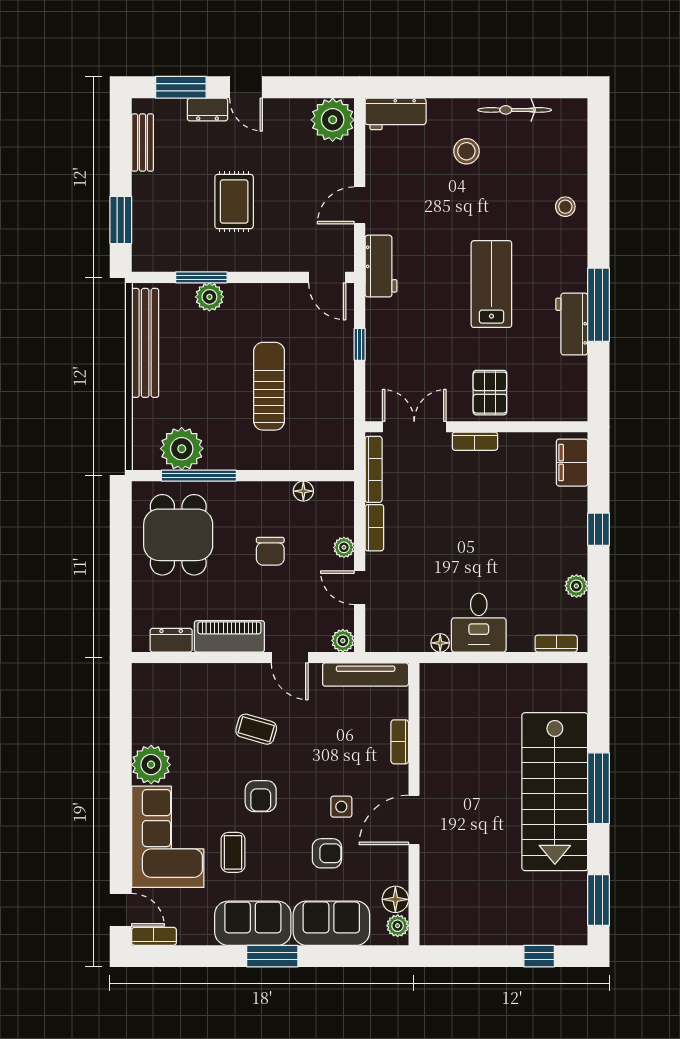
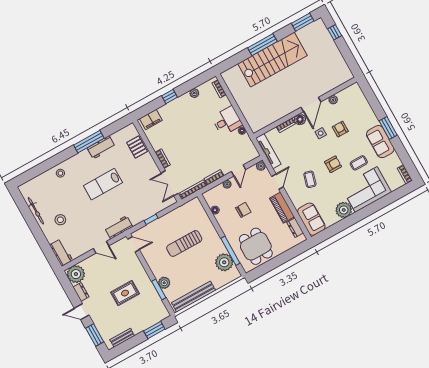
door: (246, 87) -> (82, 312), swing flipped
dresser: (208, 110) -> (81, 292), moved
door: (327, 277) -> (134, 244), hinge flipped
pallet: (490, 393) -> (137, 147), moved, turned 90
dining table: (178, 535) -> (256, 246), turned 90
door: (414, 820) -> (311, 105), hinge flipped
floor lamp: (395, 899) -> (300, 119), moved
door: (121, 910) -> (402, 192), removed
sofa: (331, 923) -> (311, 219), moved, turned 180
plant: (398, 926) -> (333, 100), moved

